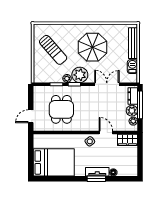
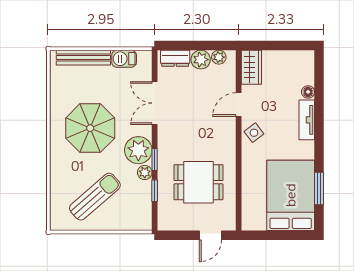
window: (140, 105) -> (191, 45), removed
door: (31, 116) -> (210, 235), hinge flipped
window: (96, 179) -> (319, 189), moved

